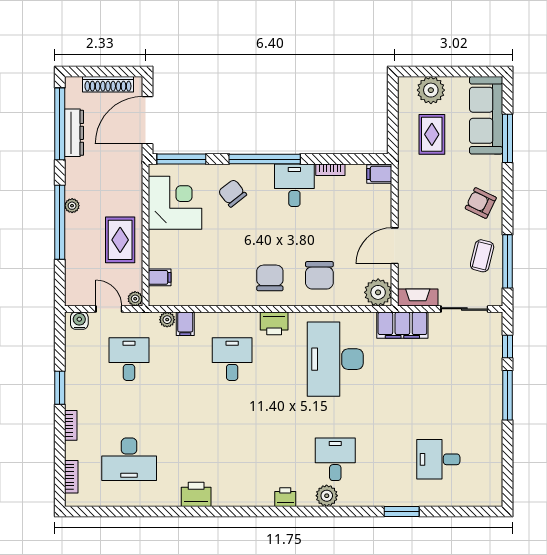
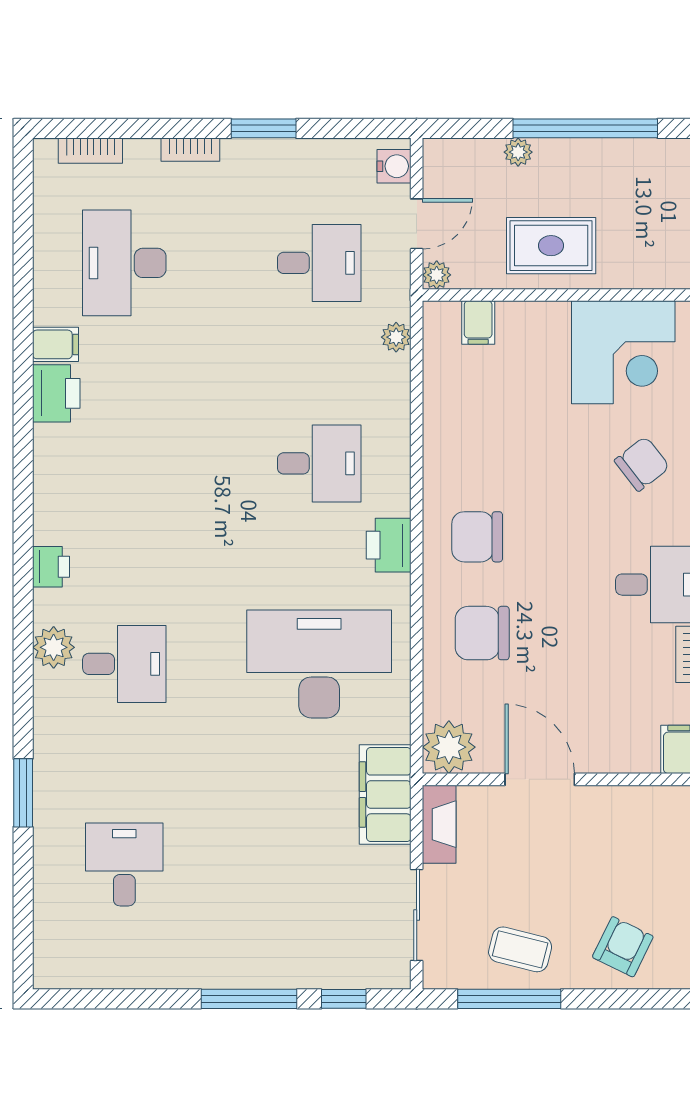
plant: (72, 206) -> (518, 152), moved
chair: (270, 278) -> (477, 537), turned 180
filing cabinet: (185, 324) -> (55, 344), moved, turned 180

